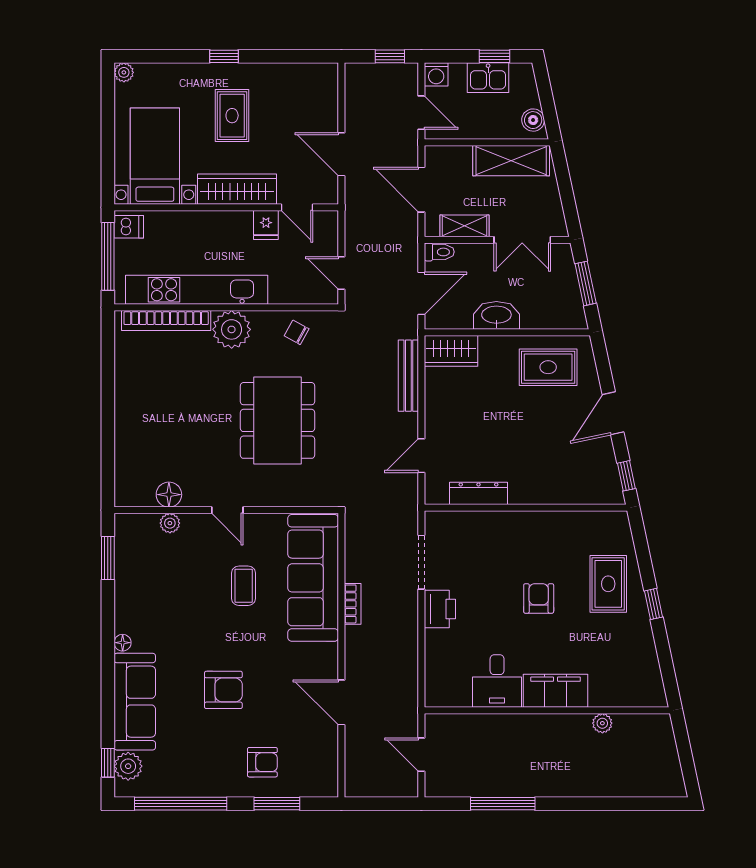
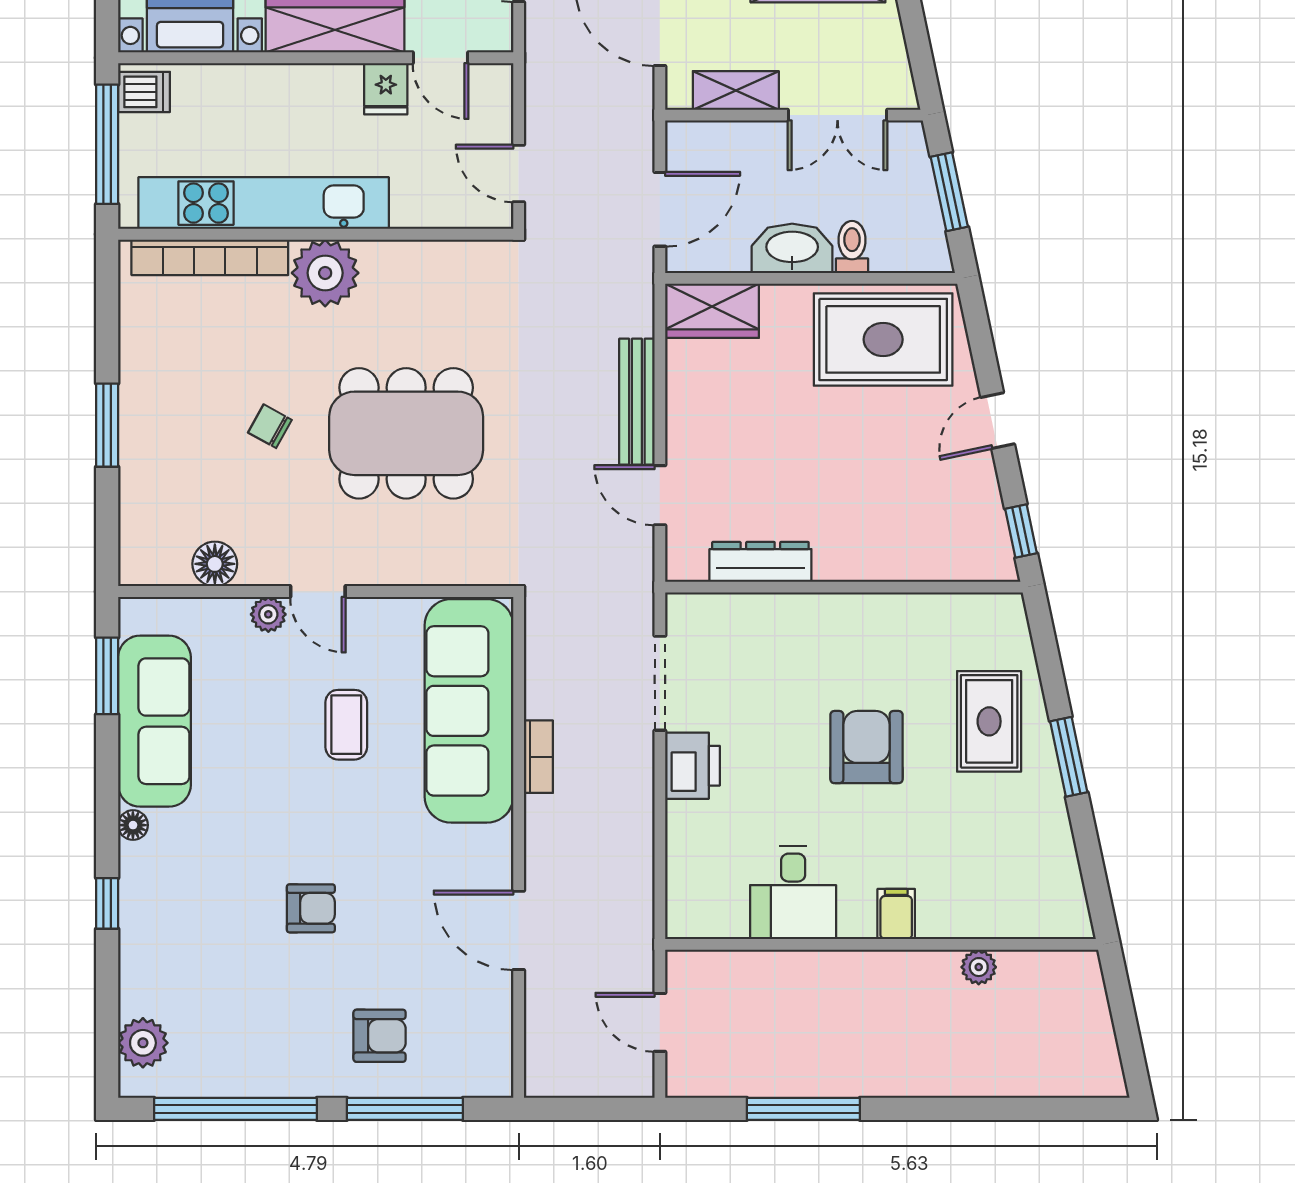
toilet: (439, 252) -> (852, 247), moved, turned -90
chair: (297, 332) -> (270, 426), moved
rug: (548, 367) -> (883, 339), width x1.36, depth x1.43
bench: (408, 376) -> (637, 402), moved
door: (613, 413) -> (998, 421), width x0.73
window: (108, 416) -> (107, 425), added
dining table: (277, 420) -> (406, 433), turned 90
door: (421, 456) -> (660, 495), hinge flipped
plant: (170, 523) -> (268, 614), moved
armchair: (539, 598) -> (866, 747), width x1.38, depth x1.38
window: (653, 604) -> (1069, 757), width x1.50
armchair: (223, 690) -> (311, 908), width x0.72, depth x0.72
filing cabinet: (556, 691) -> (896, 914), width x0.33, depth x0.86
sofa: (135, 702) -> (154, 721), moved
window: (108, 763) -> (107, 903), moved
window: (277, 804) -> (405, 1109), width x1.44

